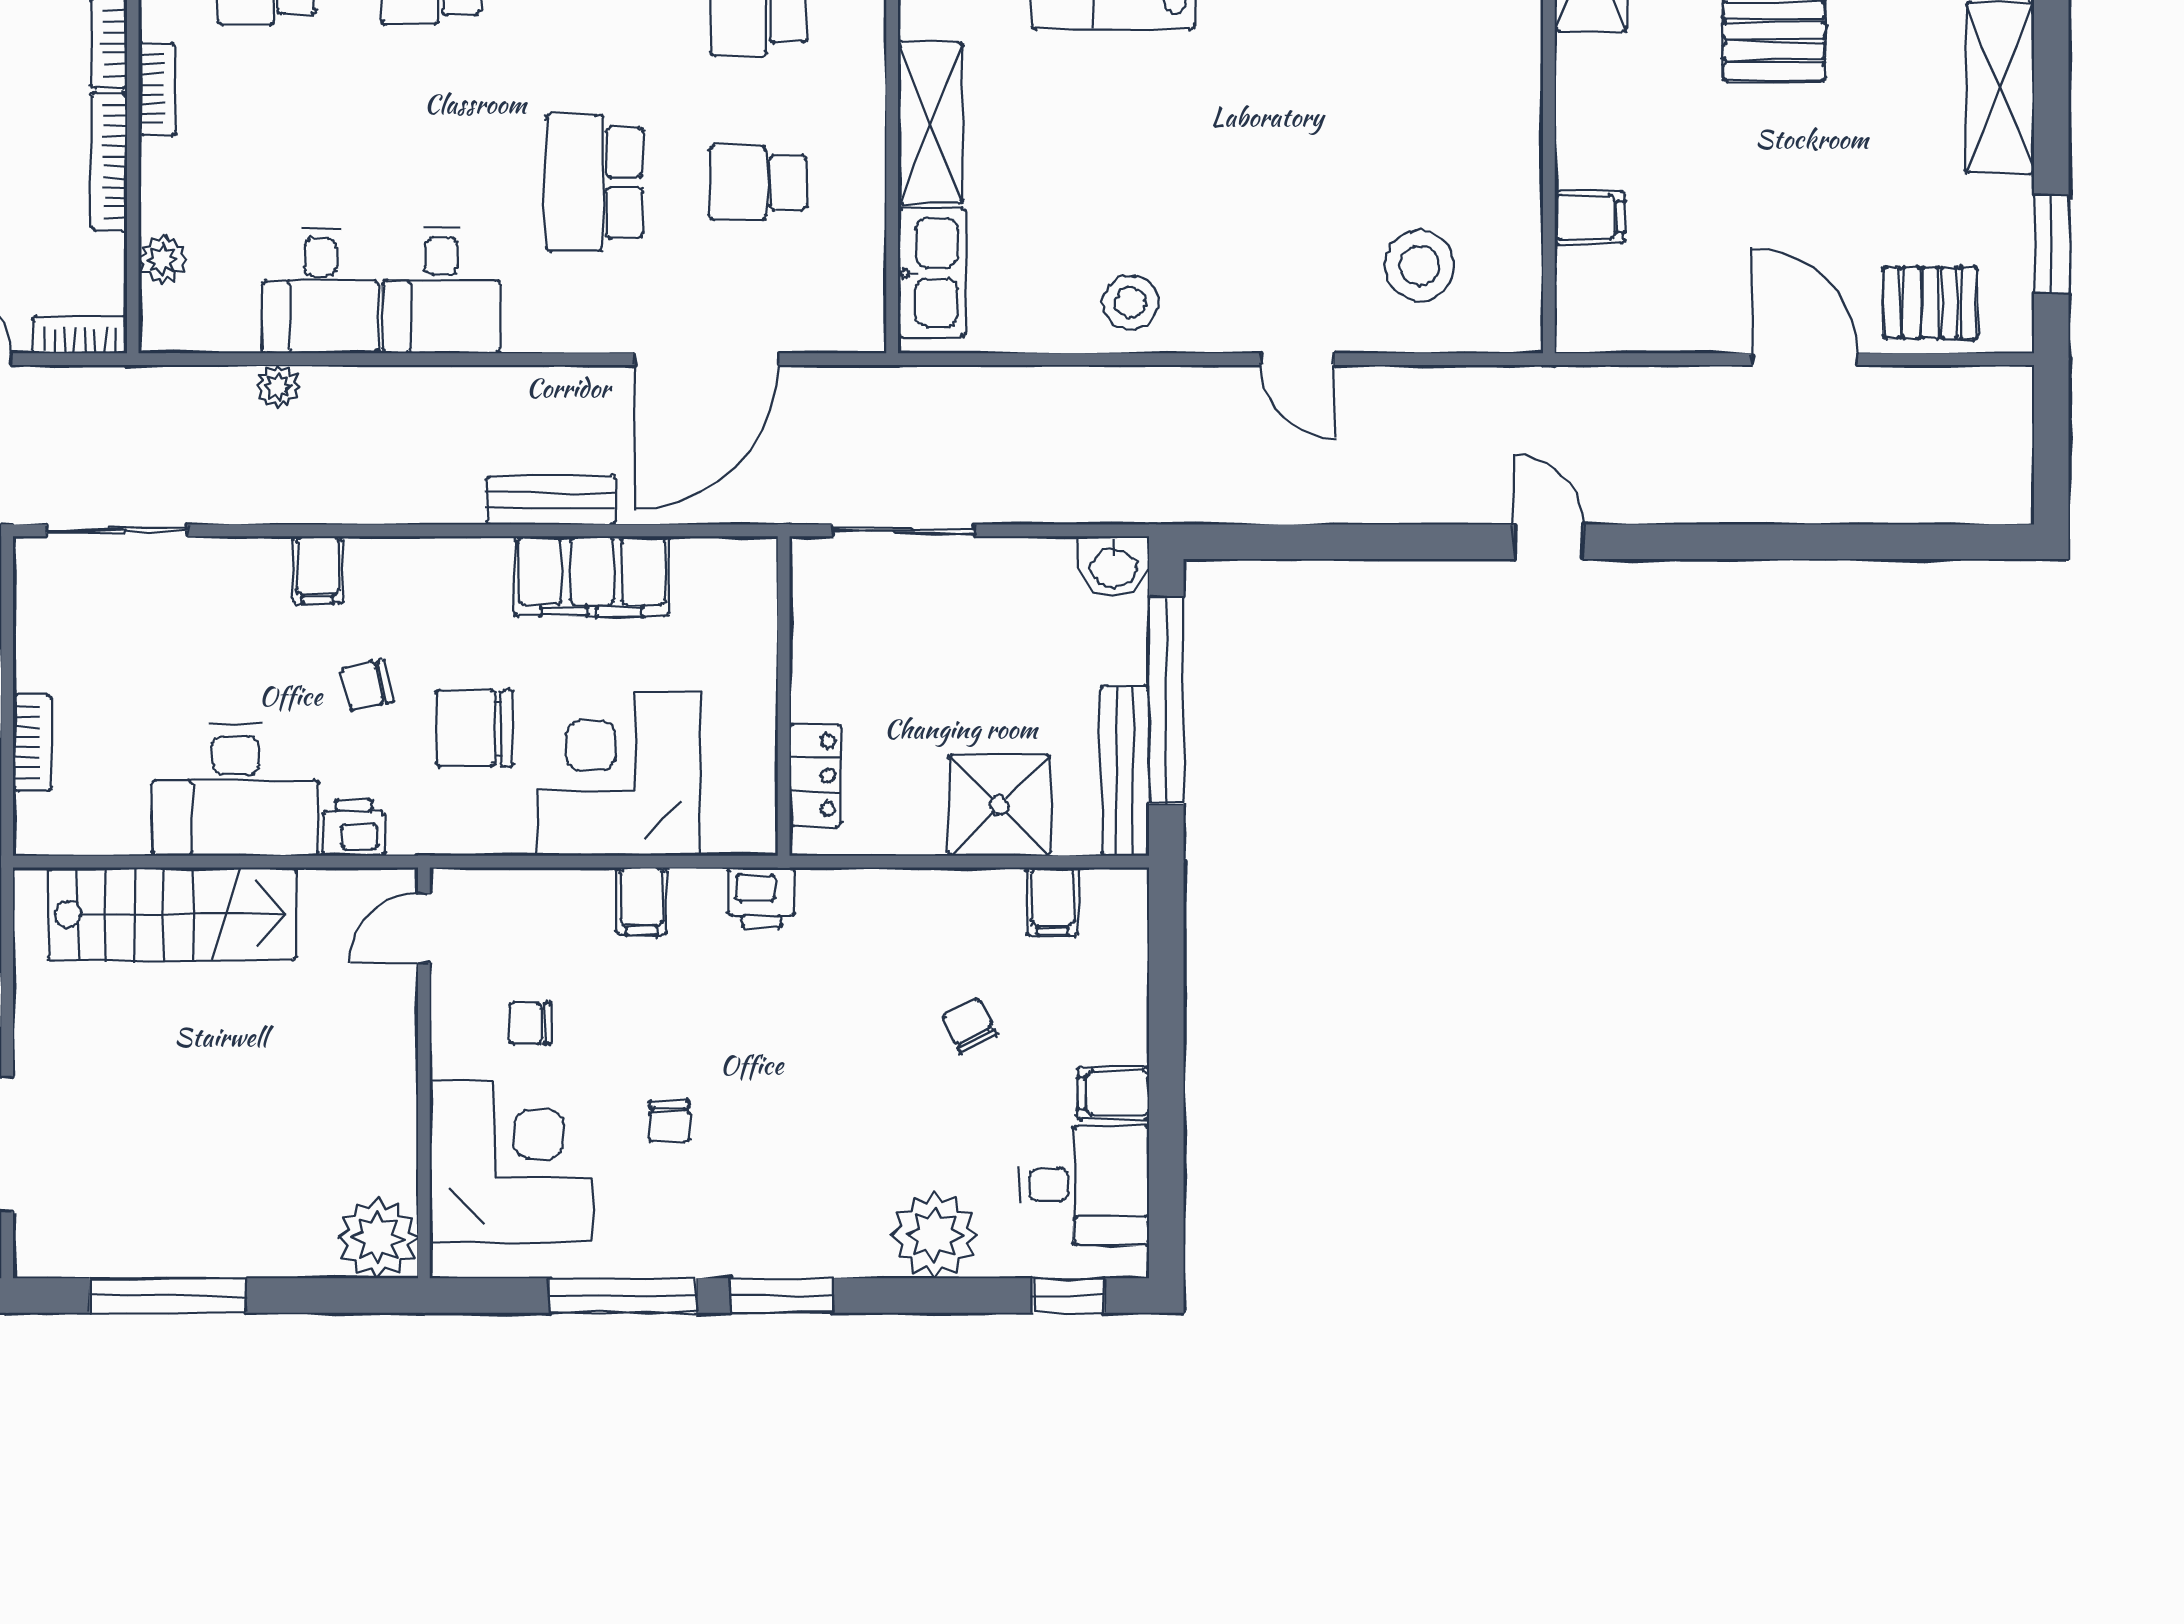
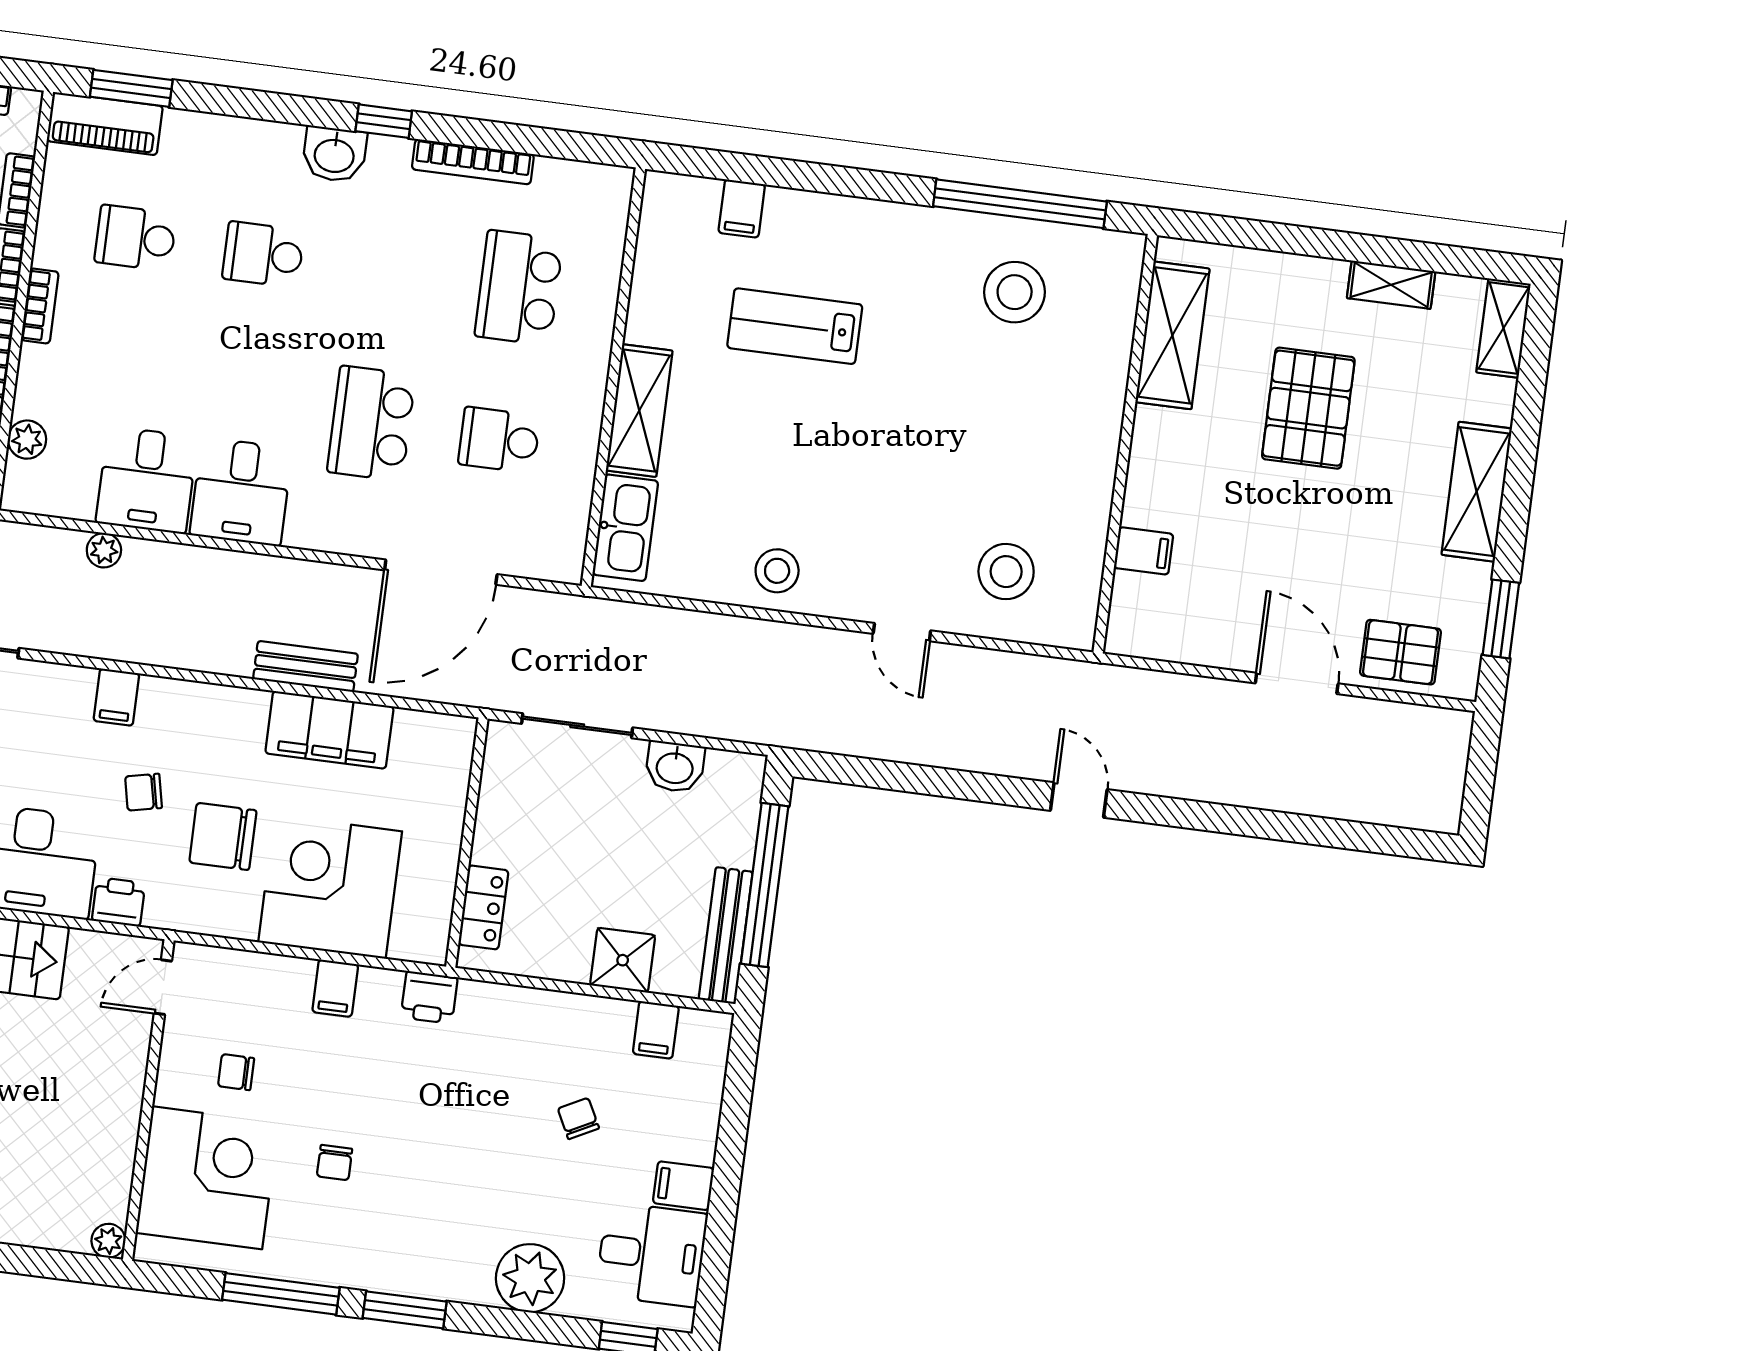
washbasin: (1113, 566) -> (675, 767), moved
shower: (999, 805) -> (623, 960), width x0.73, depth x0.73
plant: (378, 1238) -> (108, 1241), width x0.53, depth x0.53

